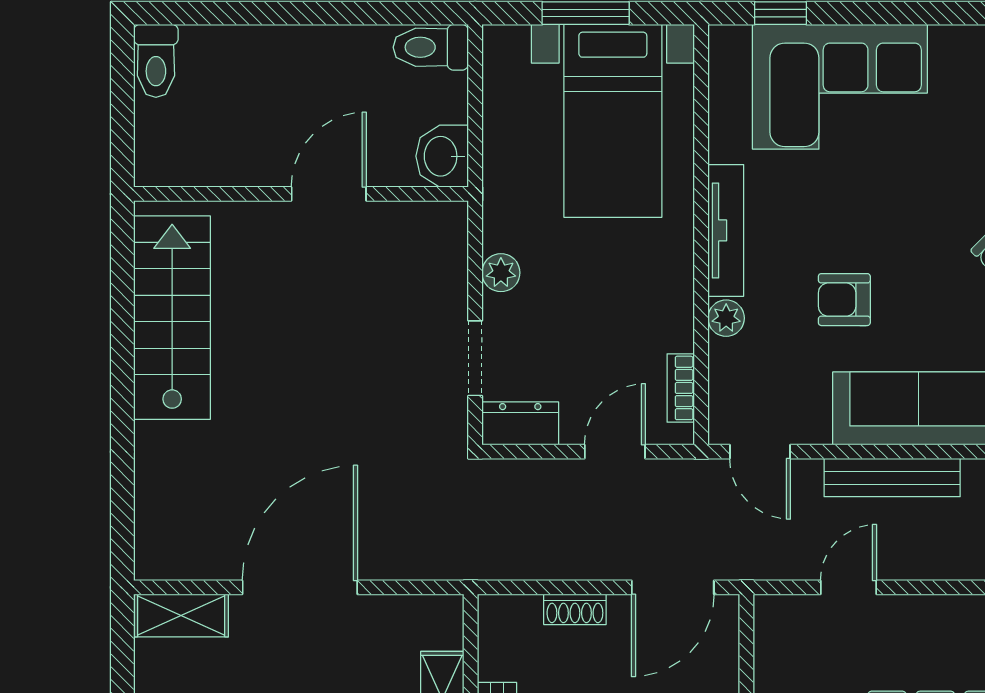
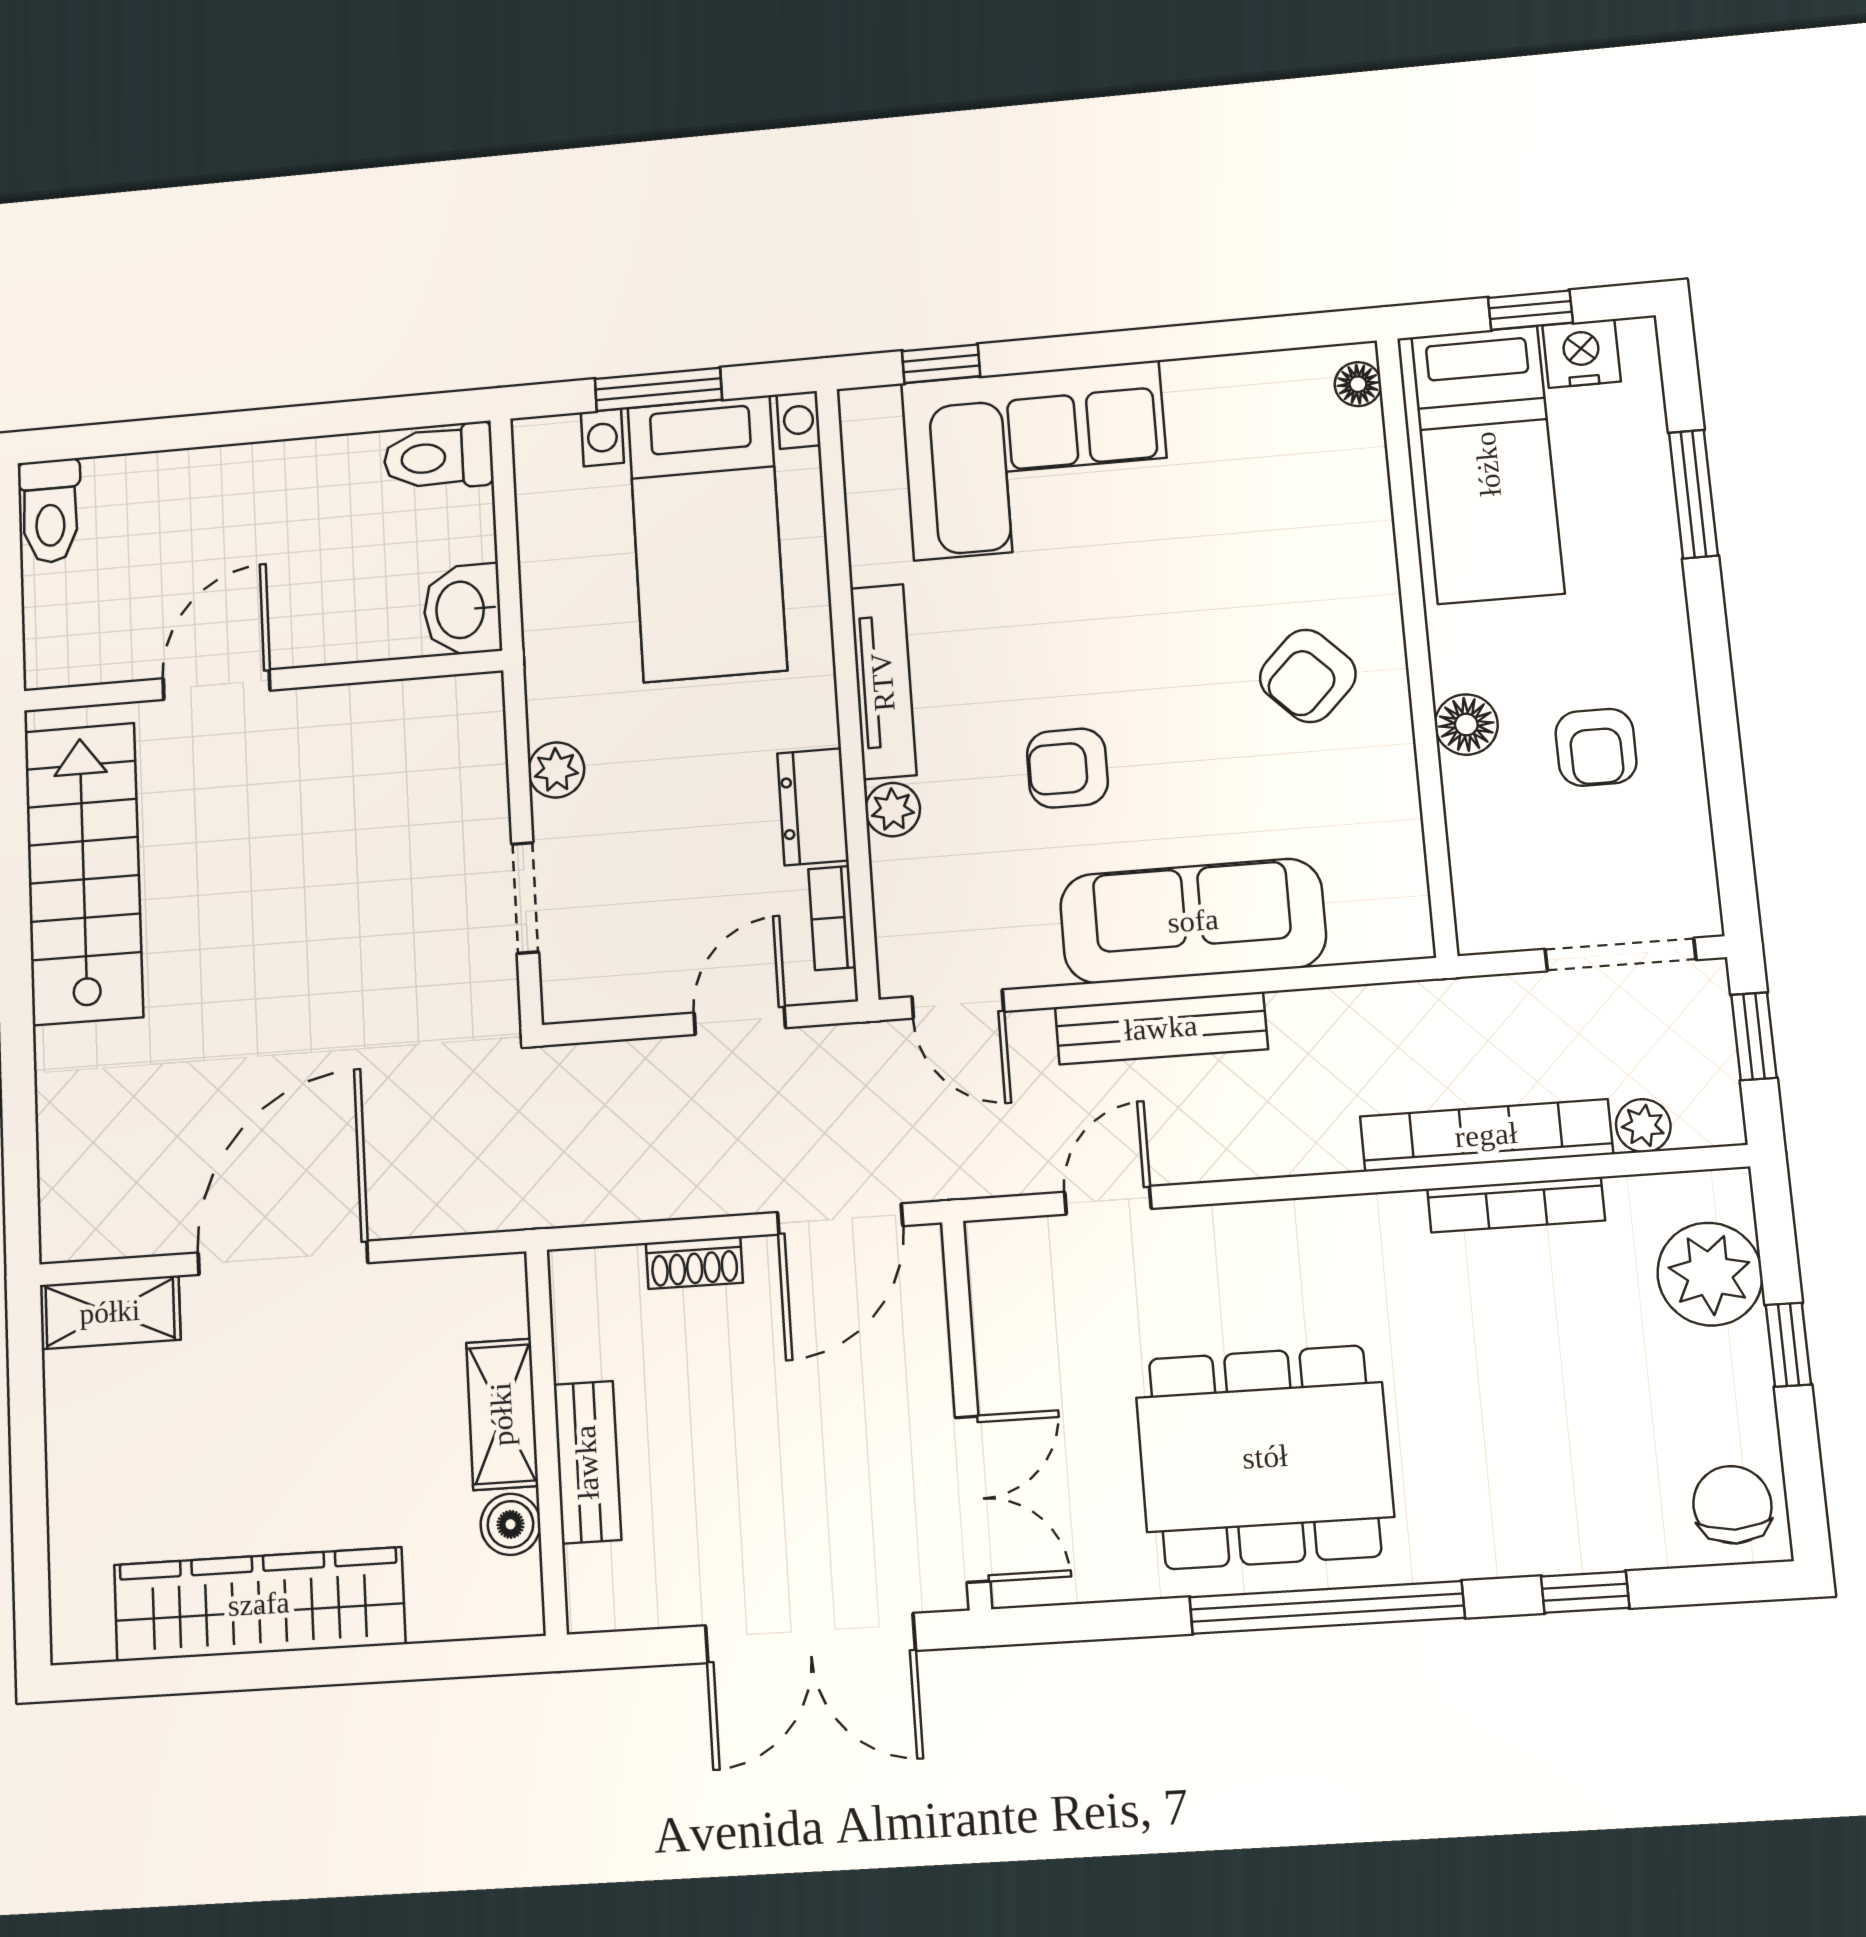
door: (329, 194) -> (217, 685), moved
dresser: (520, 423) -> (813, 807), moved, turned -90

